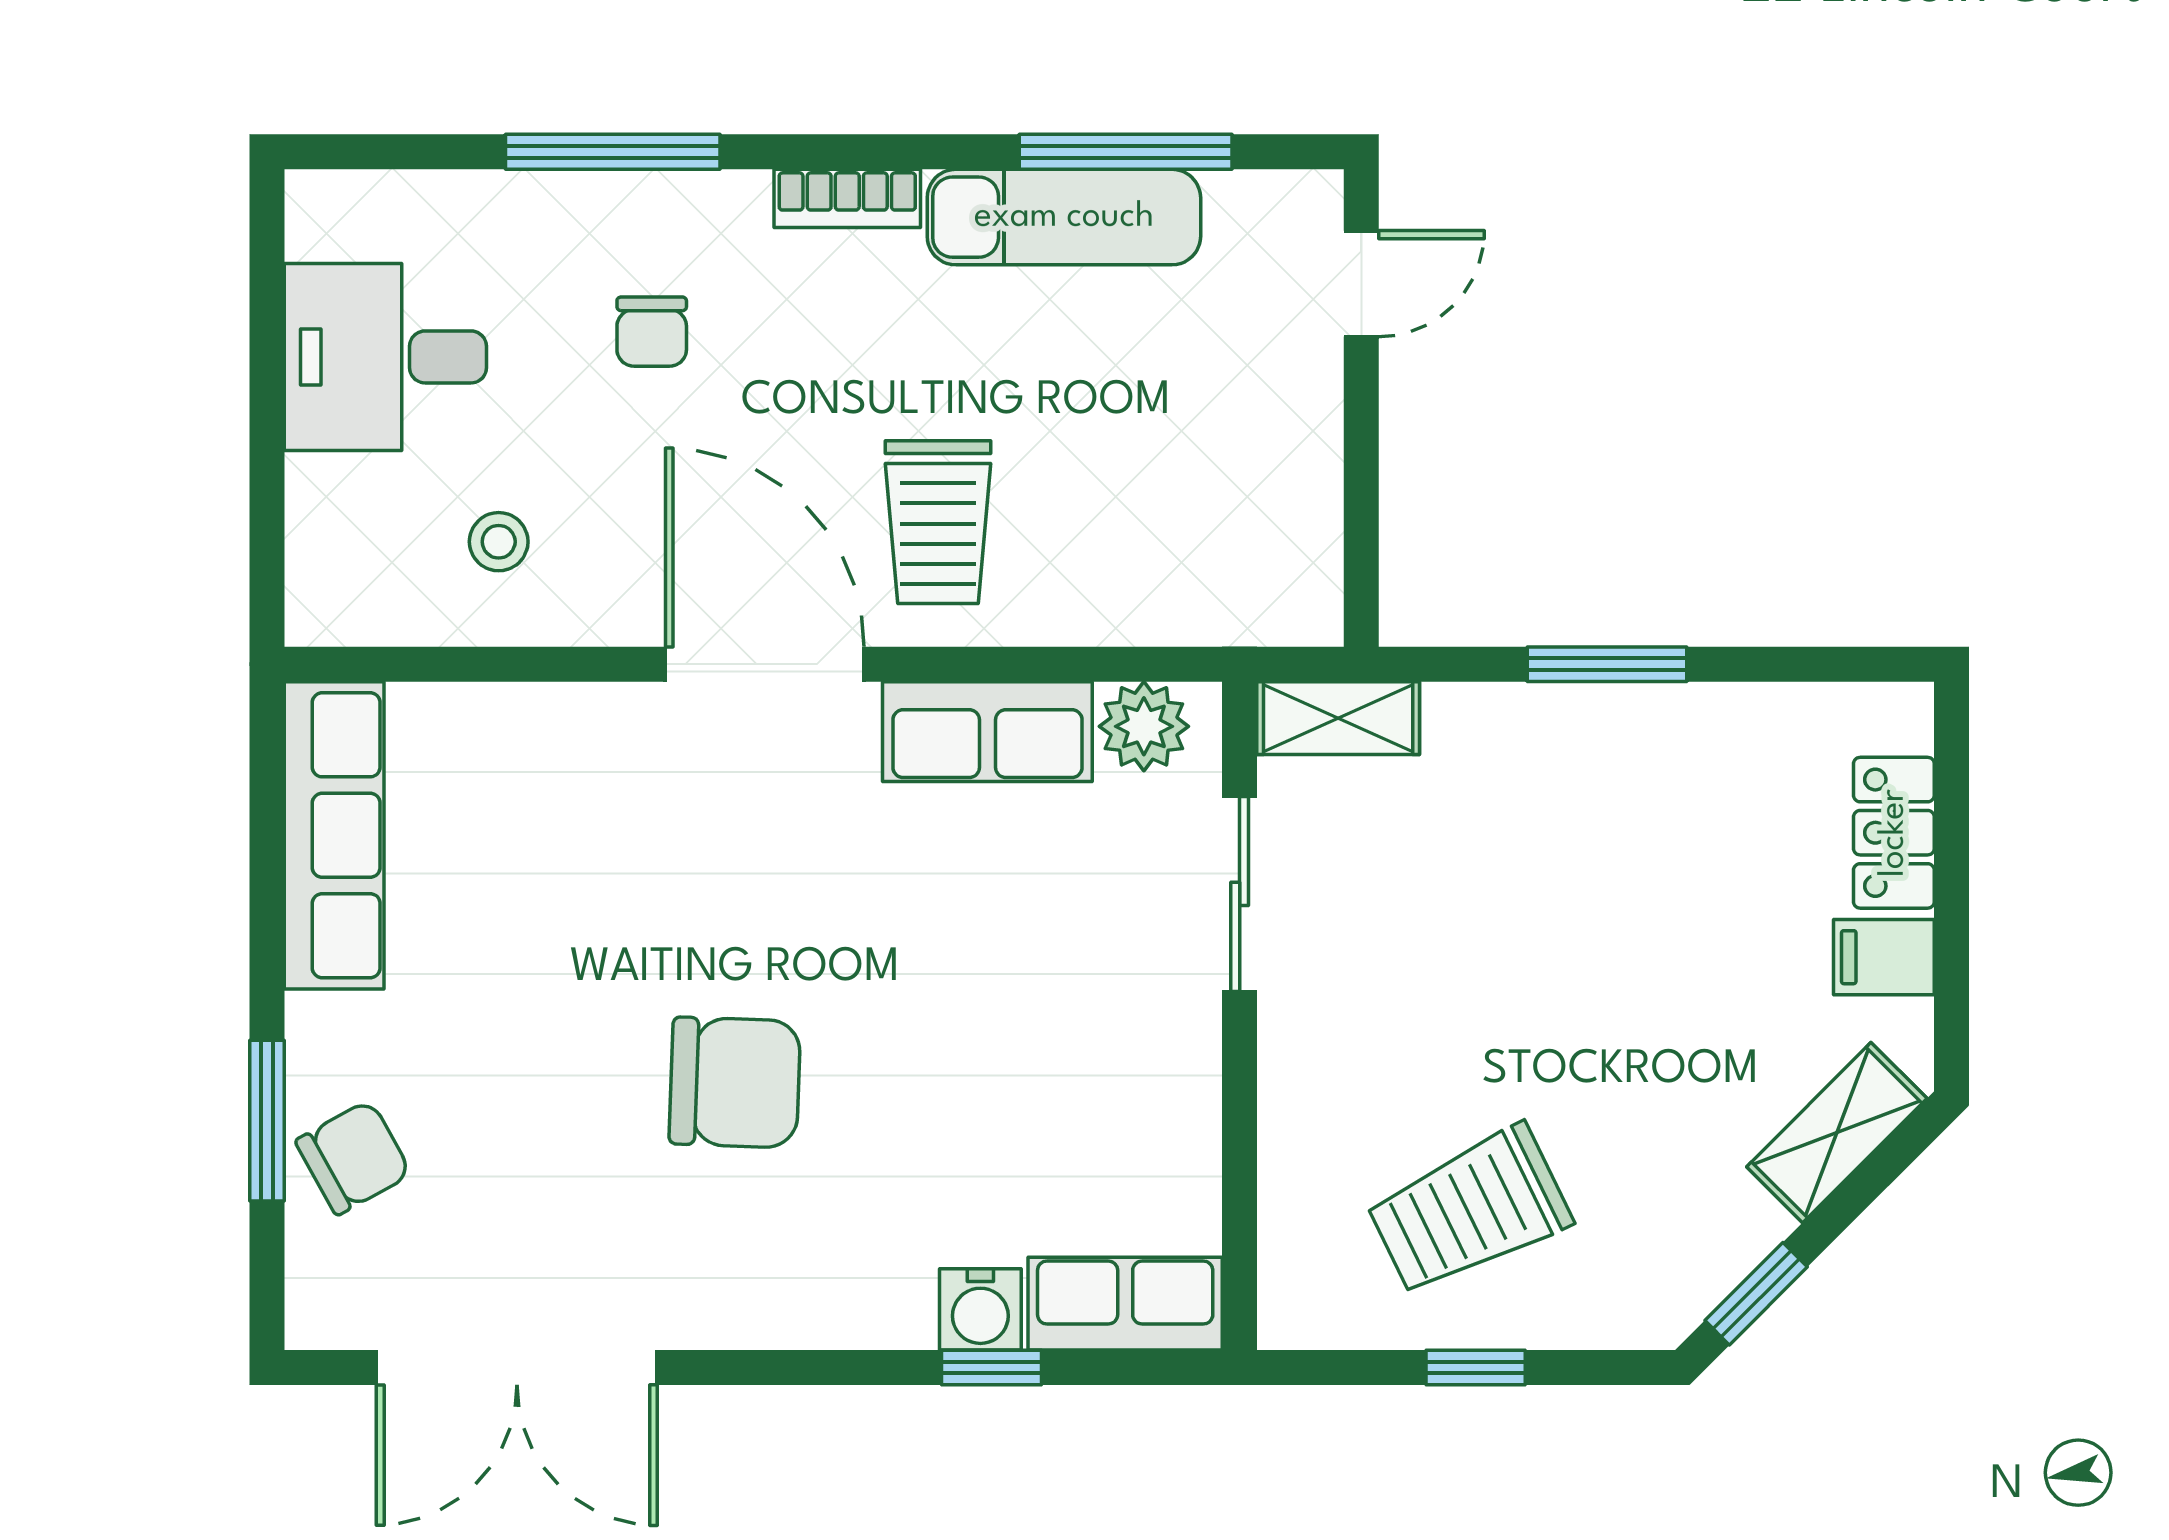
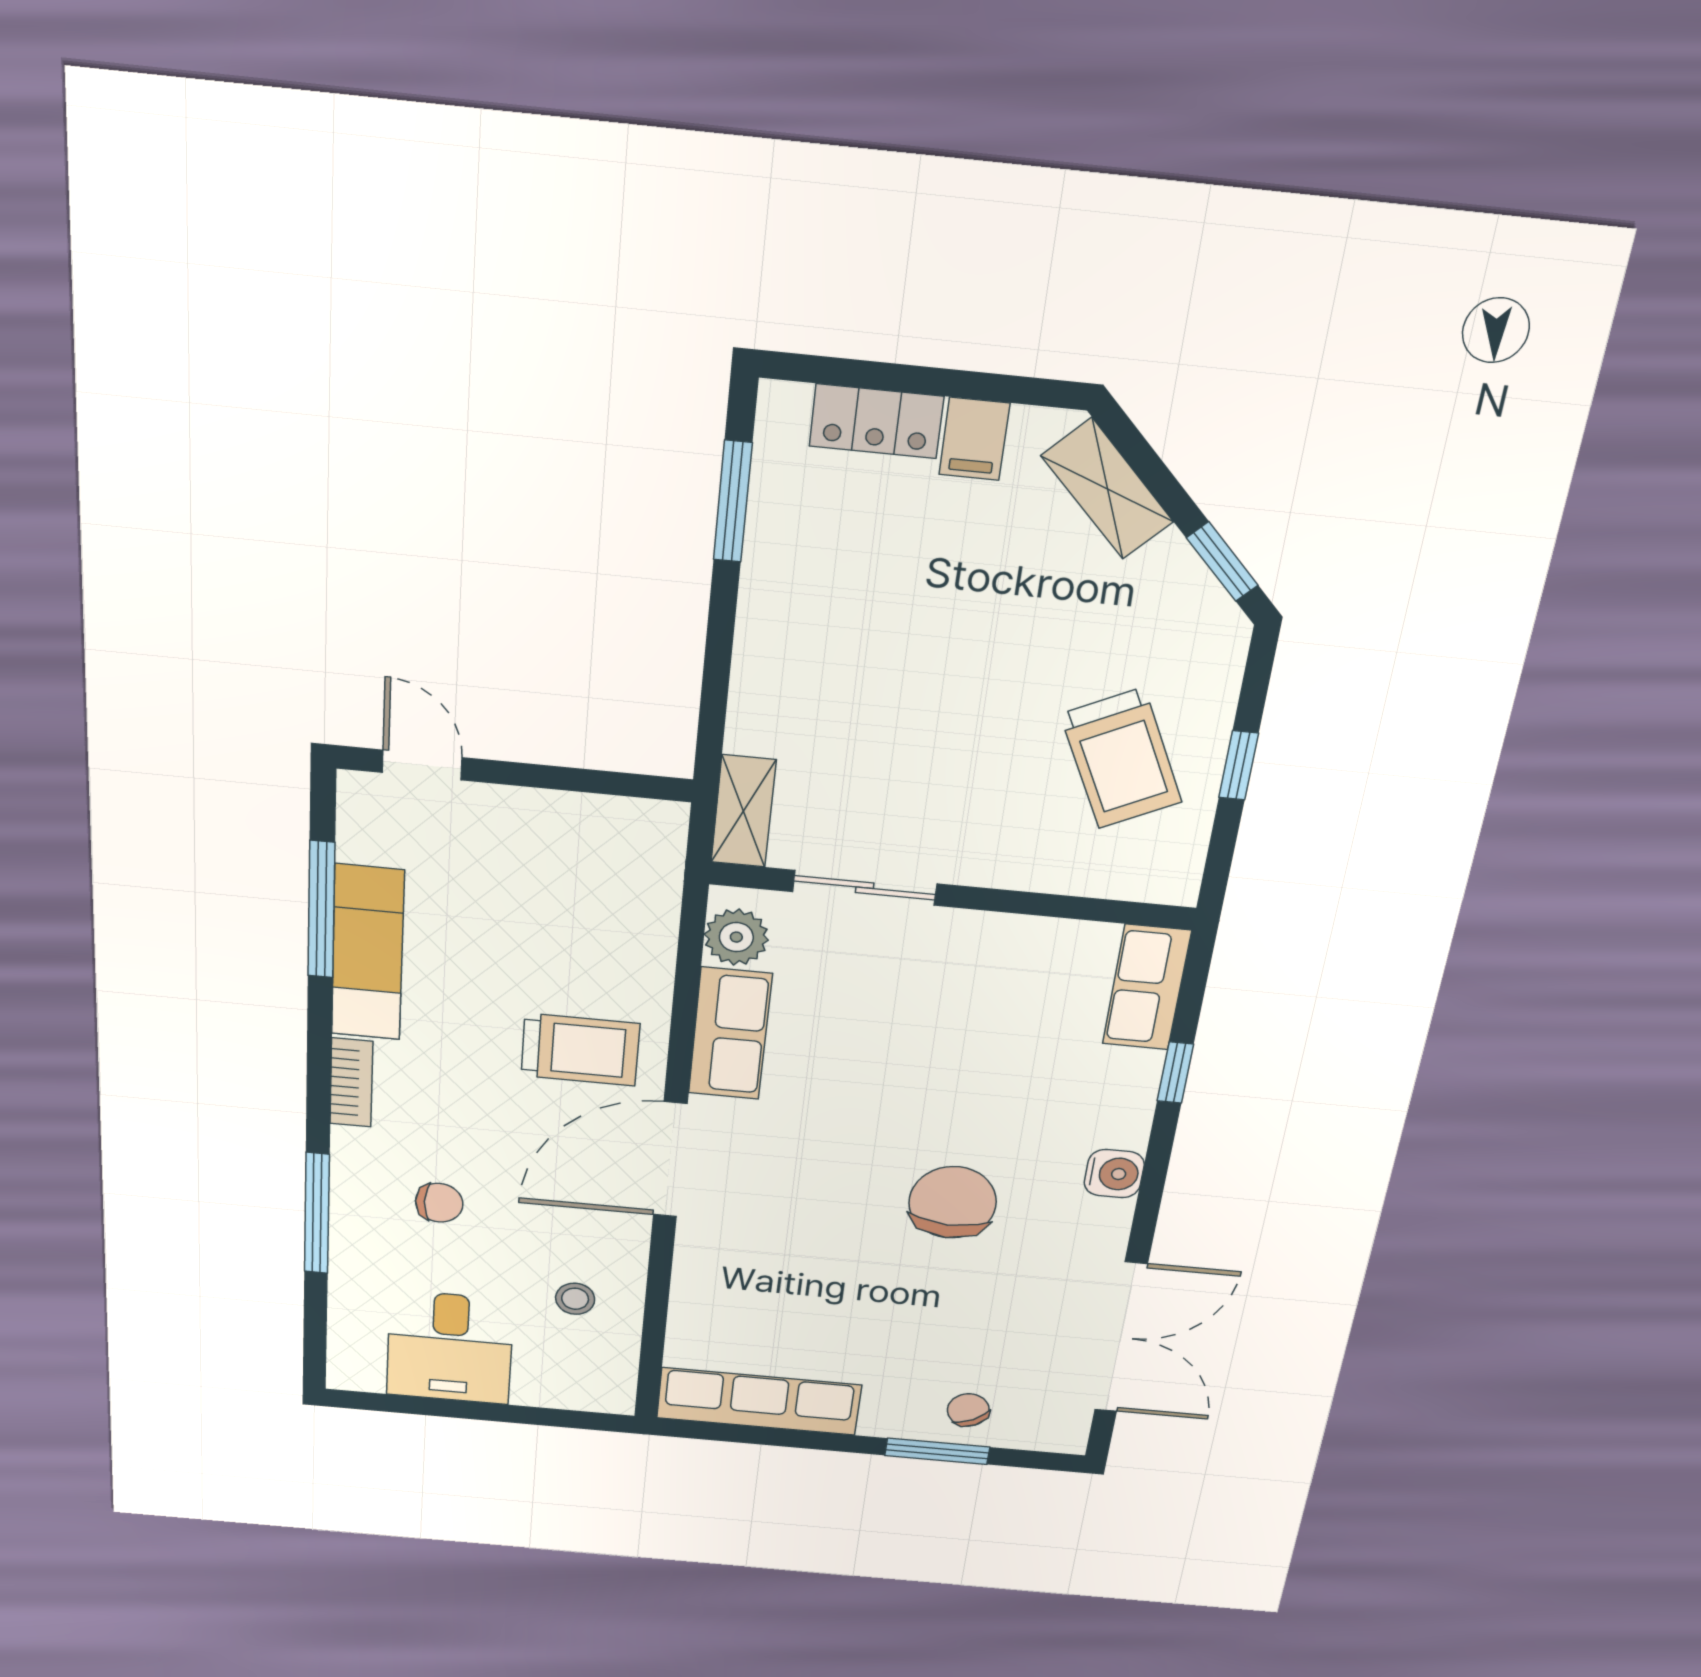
window: (1607, 664) -> (733, 501), moved
chair: (353, 1157) -> (968, 1410), width x0.73, depth x0.73
water cooler: (980, 1309) -> (1114, 1174), moved

